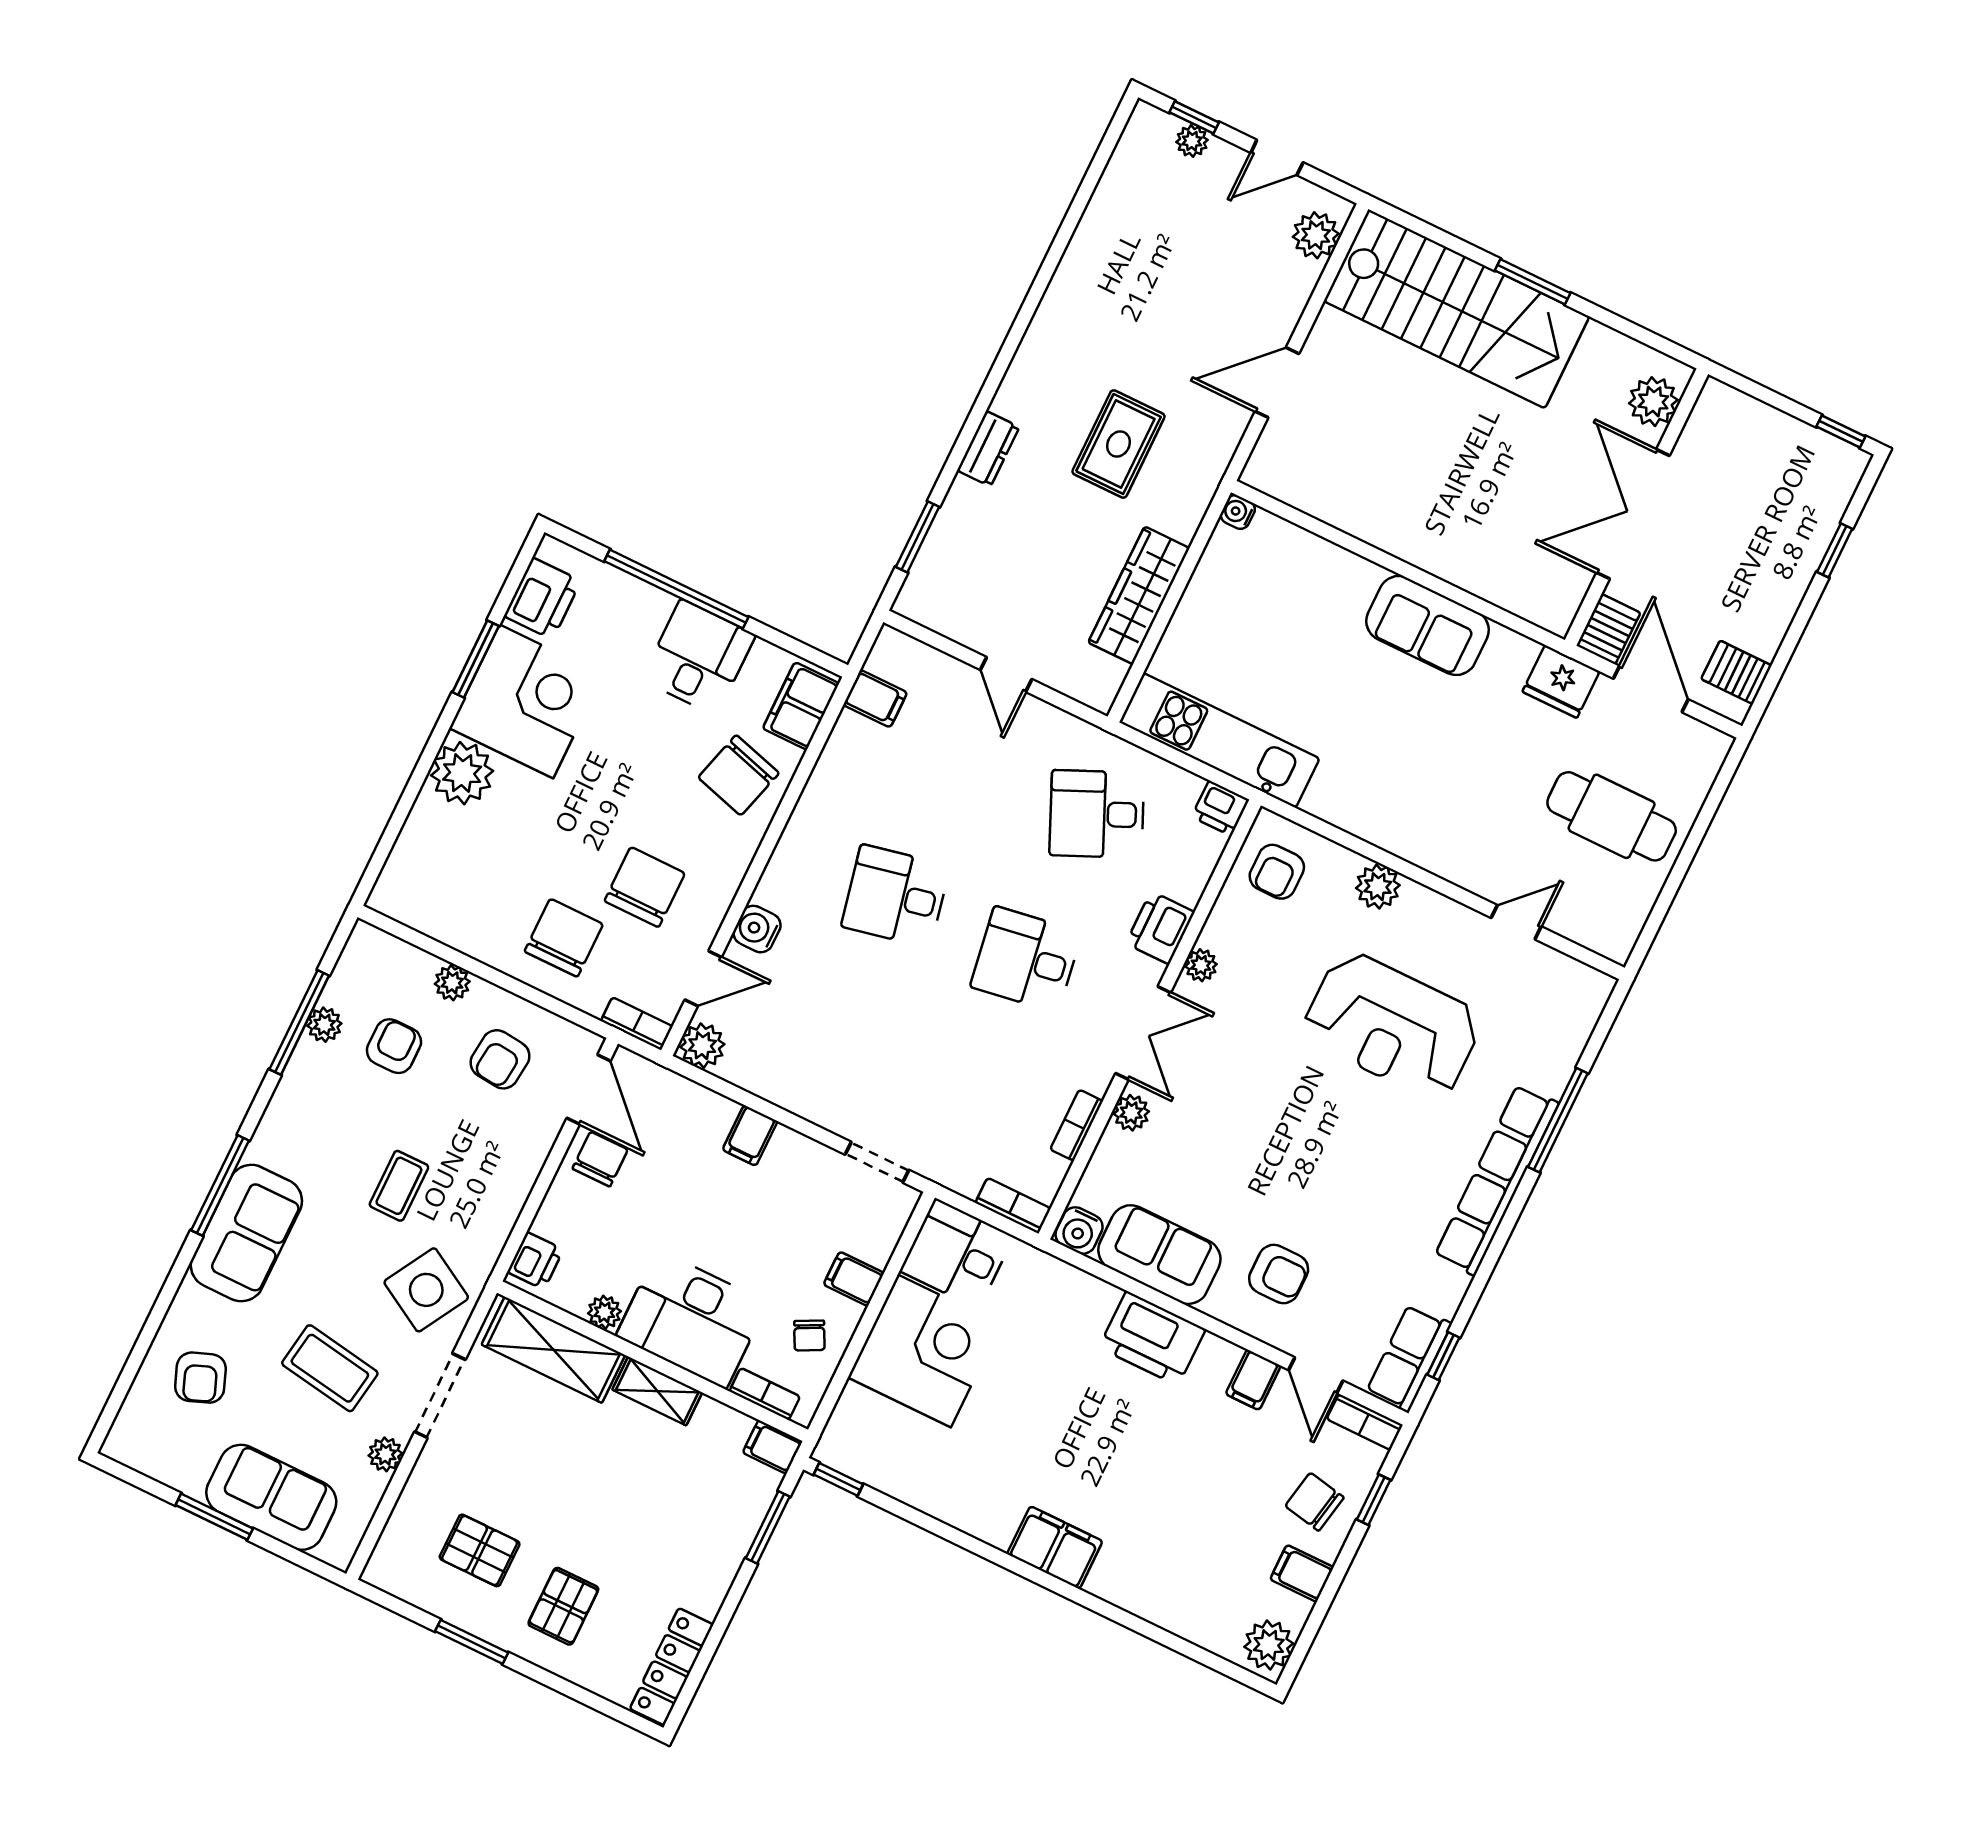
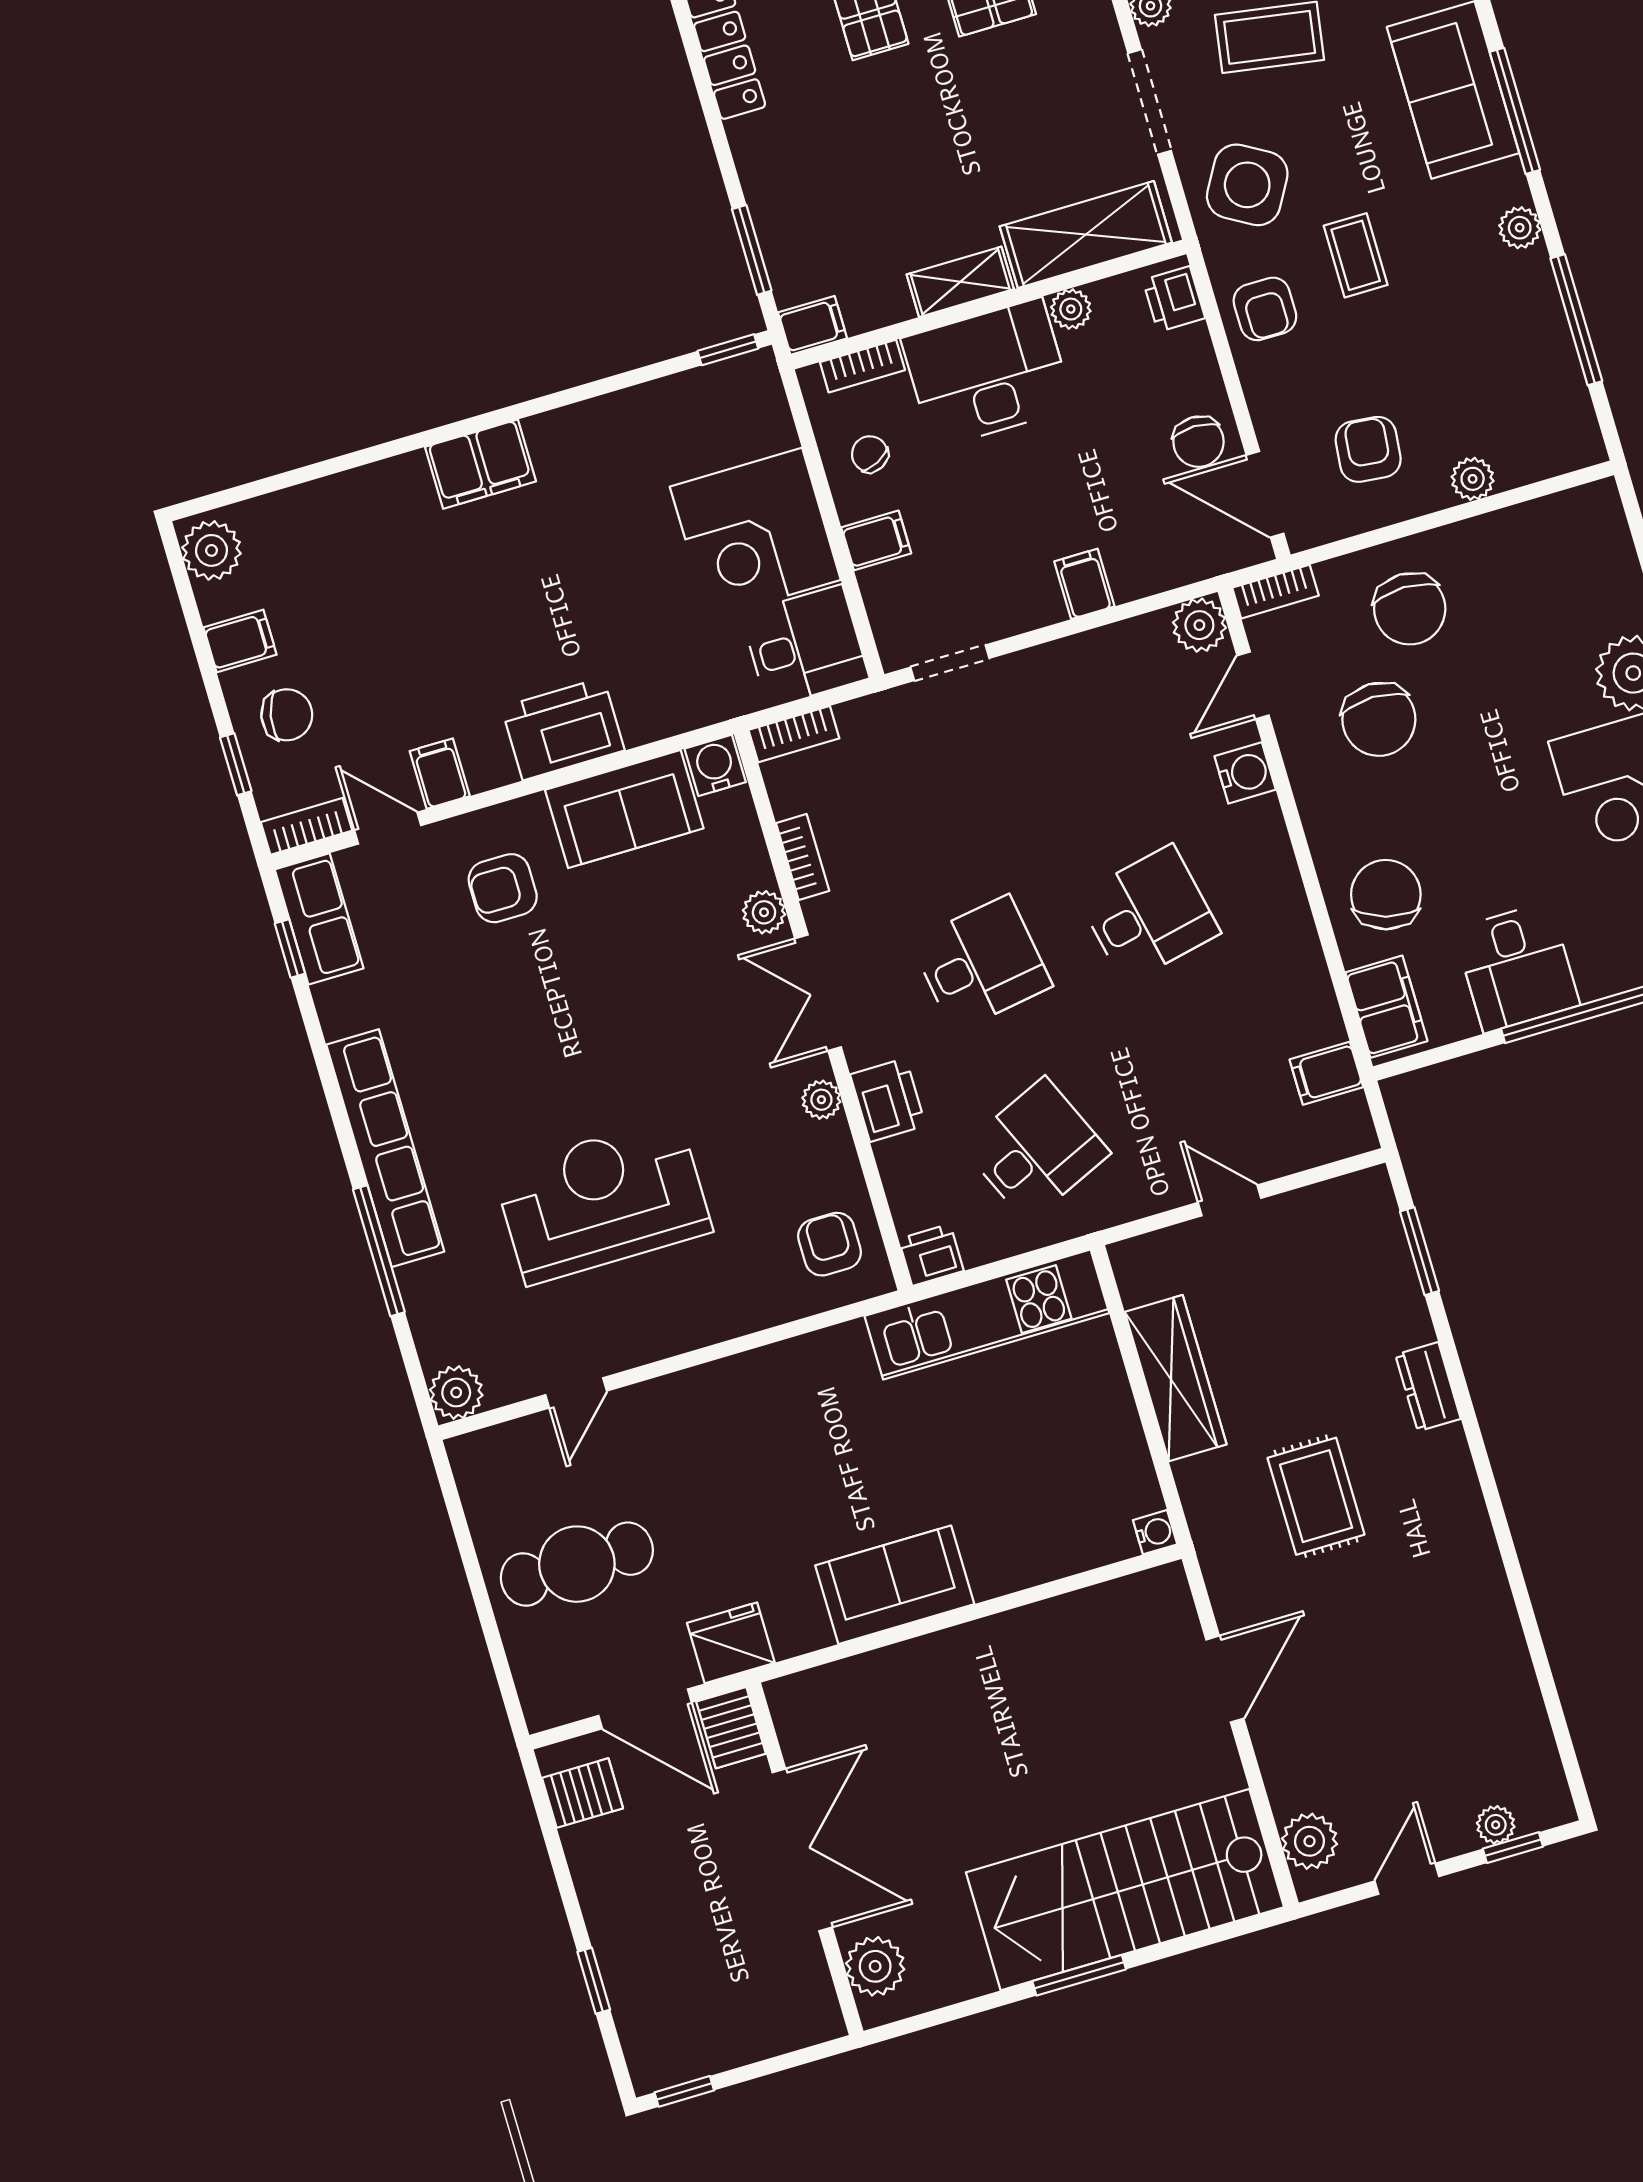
plant: (1378, 887) -> (456, 1393), moved
plant: (324, 1025) -> (1520, 228), moved
armchair: (394, 1046) -> (1265, 309), moved

